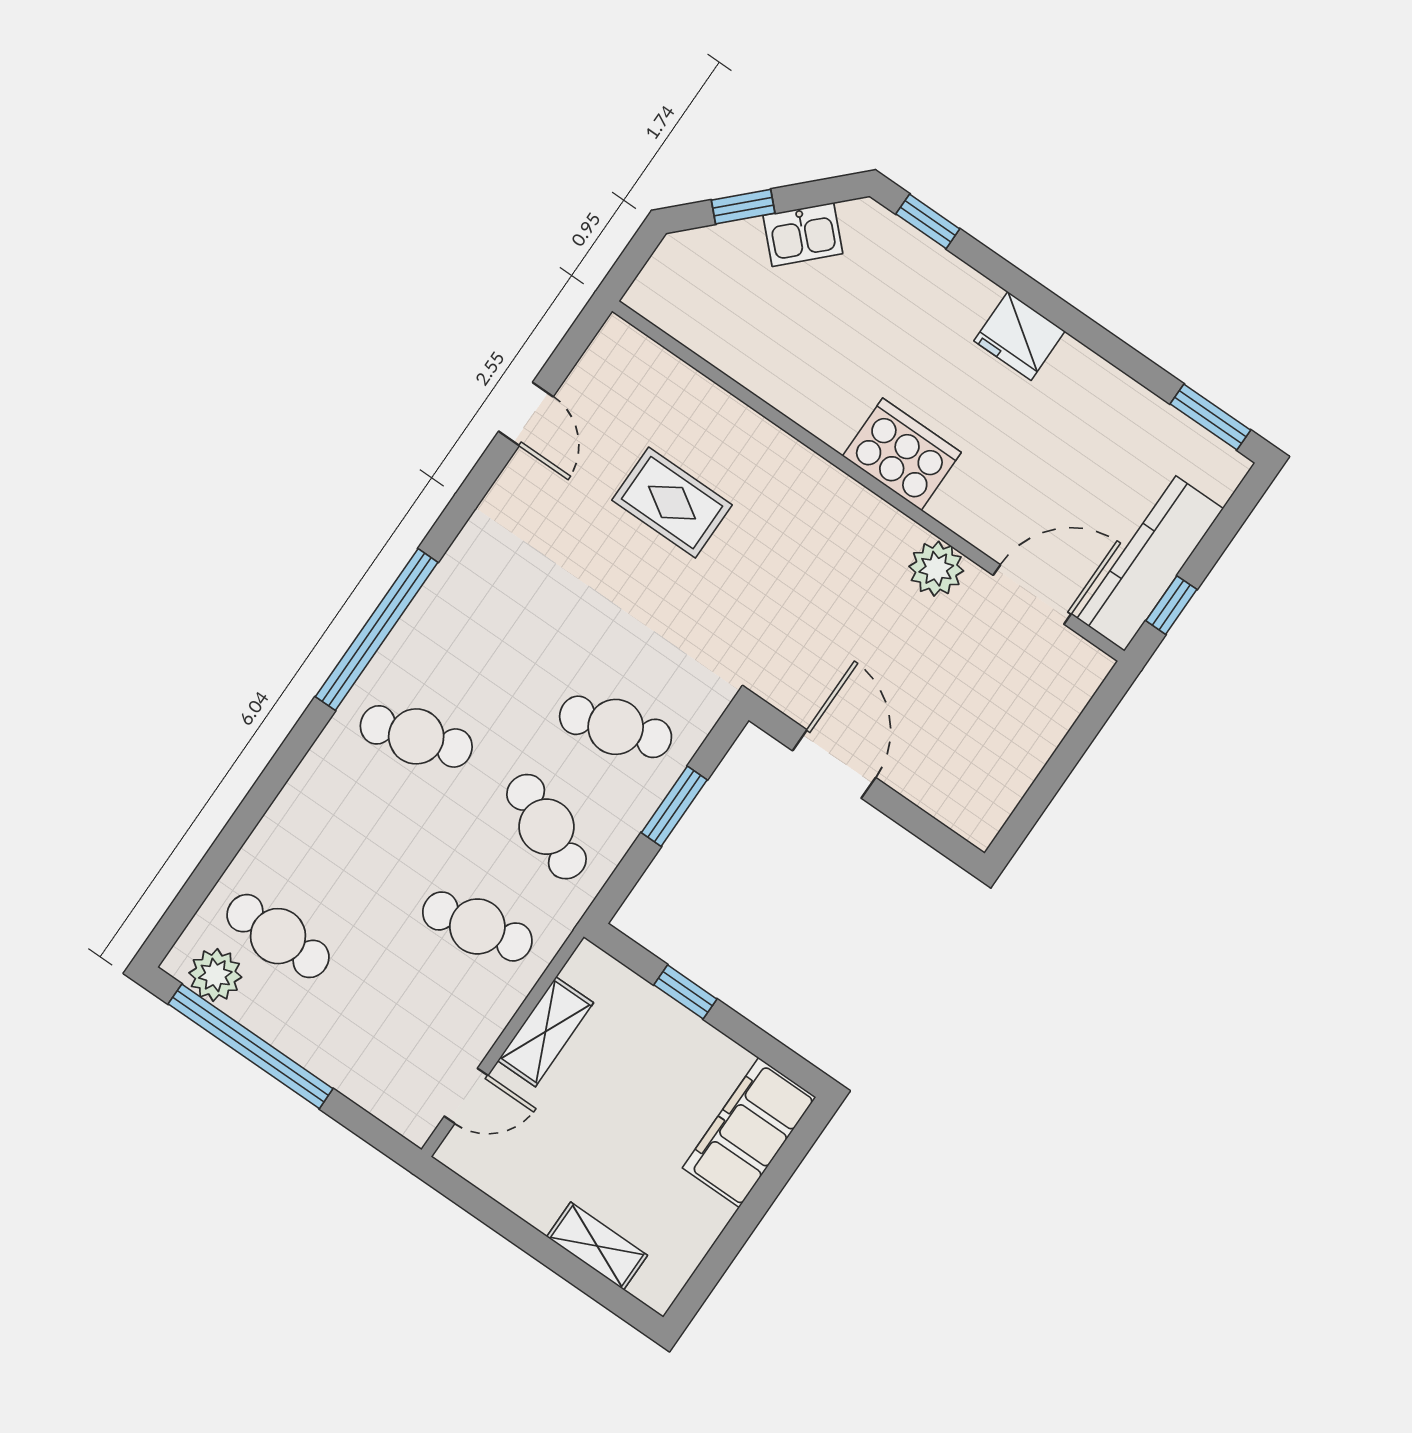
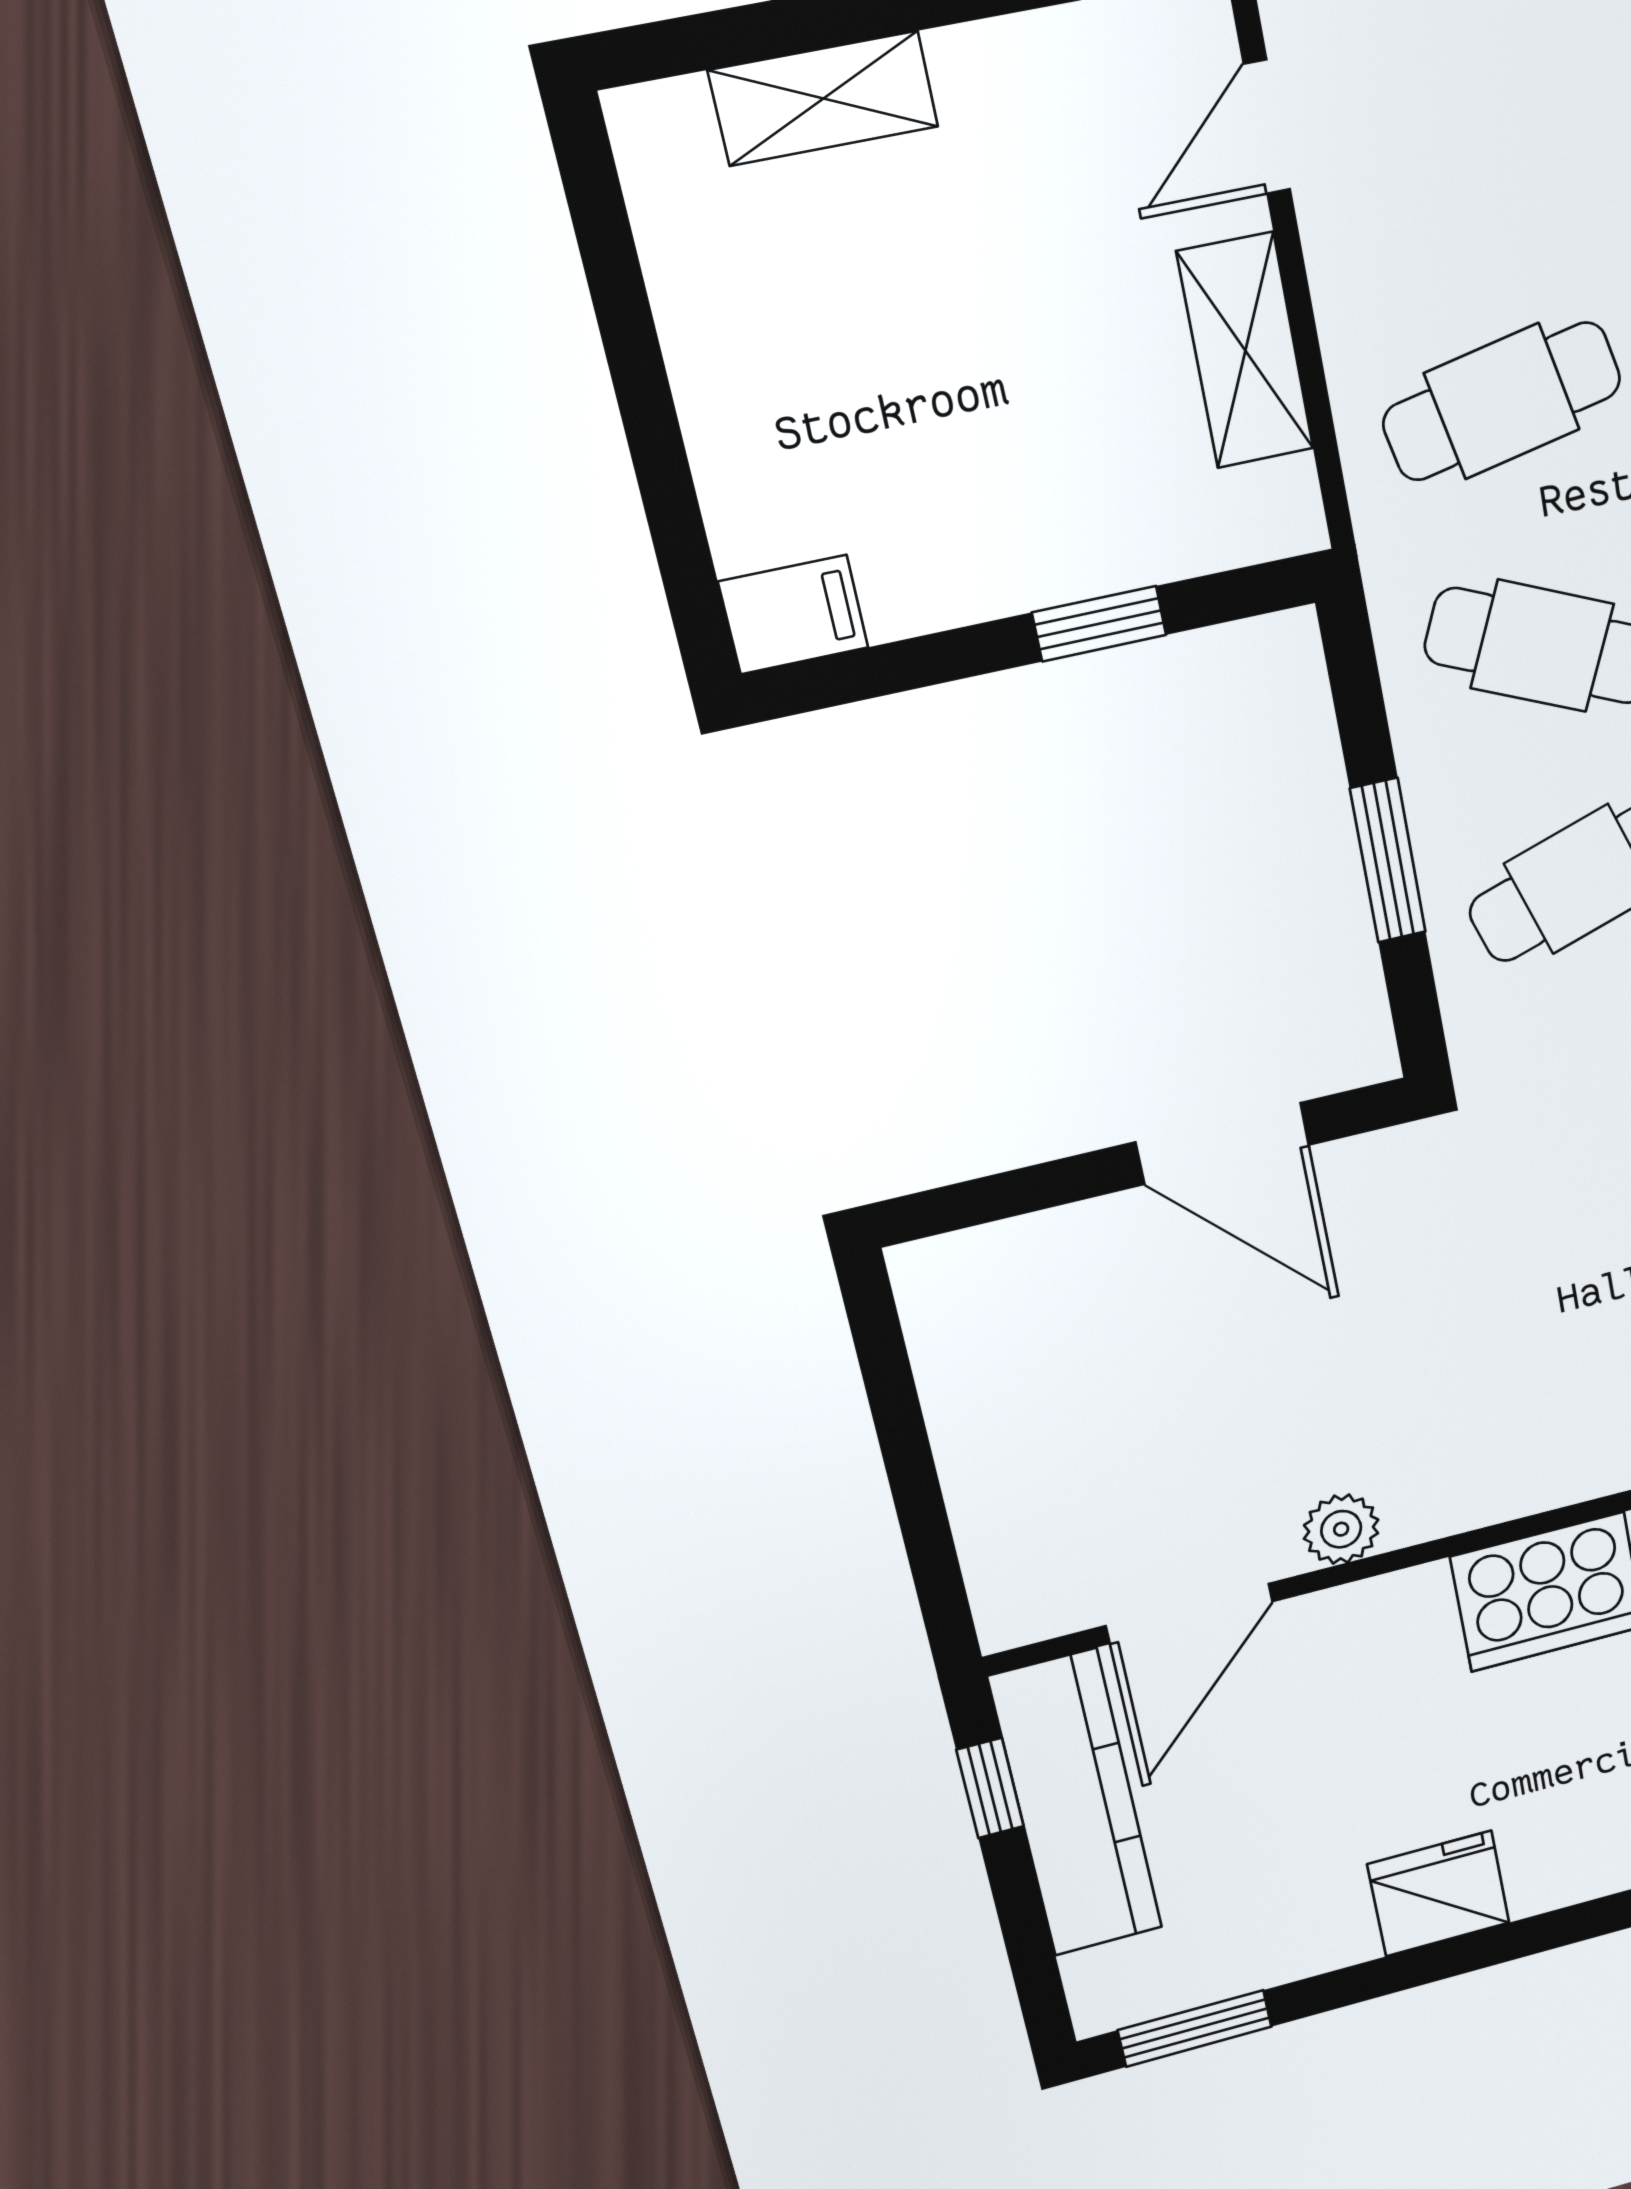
fridge: (1019, 336) -> (1439, 1894), moved
plant: (936, 569) -> (1341, 1529), width x0.73, depth x0.73
filing cabinet: (749, 1132) -> (793, 615), width x0.33, depth x0.86

